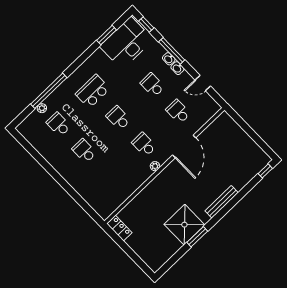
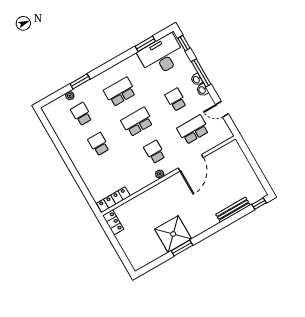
window: (49, 91) -> (80, 81), width x0.47
school desk: (178, 112) -> (193, 130), width x1.85
school desk: (118, 118) -> (137, 122), width x1.85
bench: (222, 202) -> (233, 210), moved
locker: (114, 204) -> (113, 200), added

